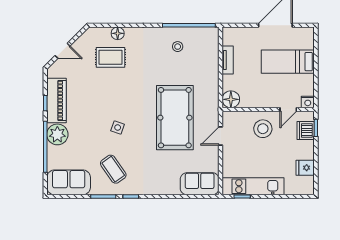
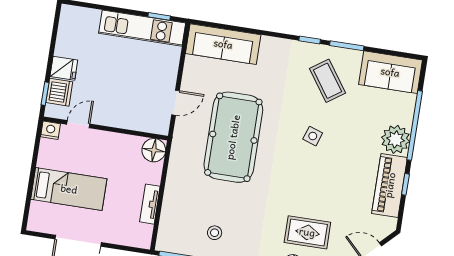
stool: (263, 129) -> (117, 104), removed
fridge: (305, 168) -> (64, 68), moved
sofa: (200, 184) -> (223, 44), width x1.36

